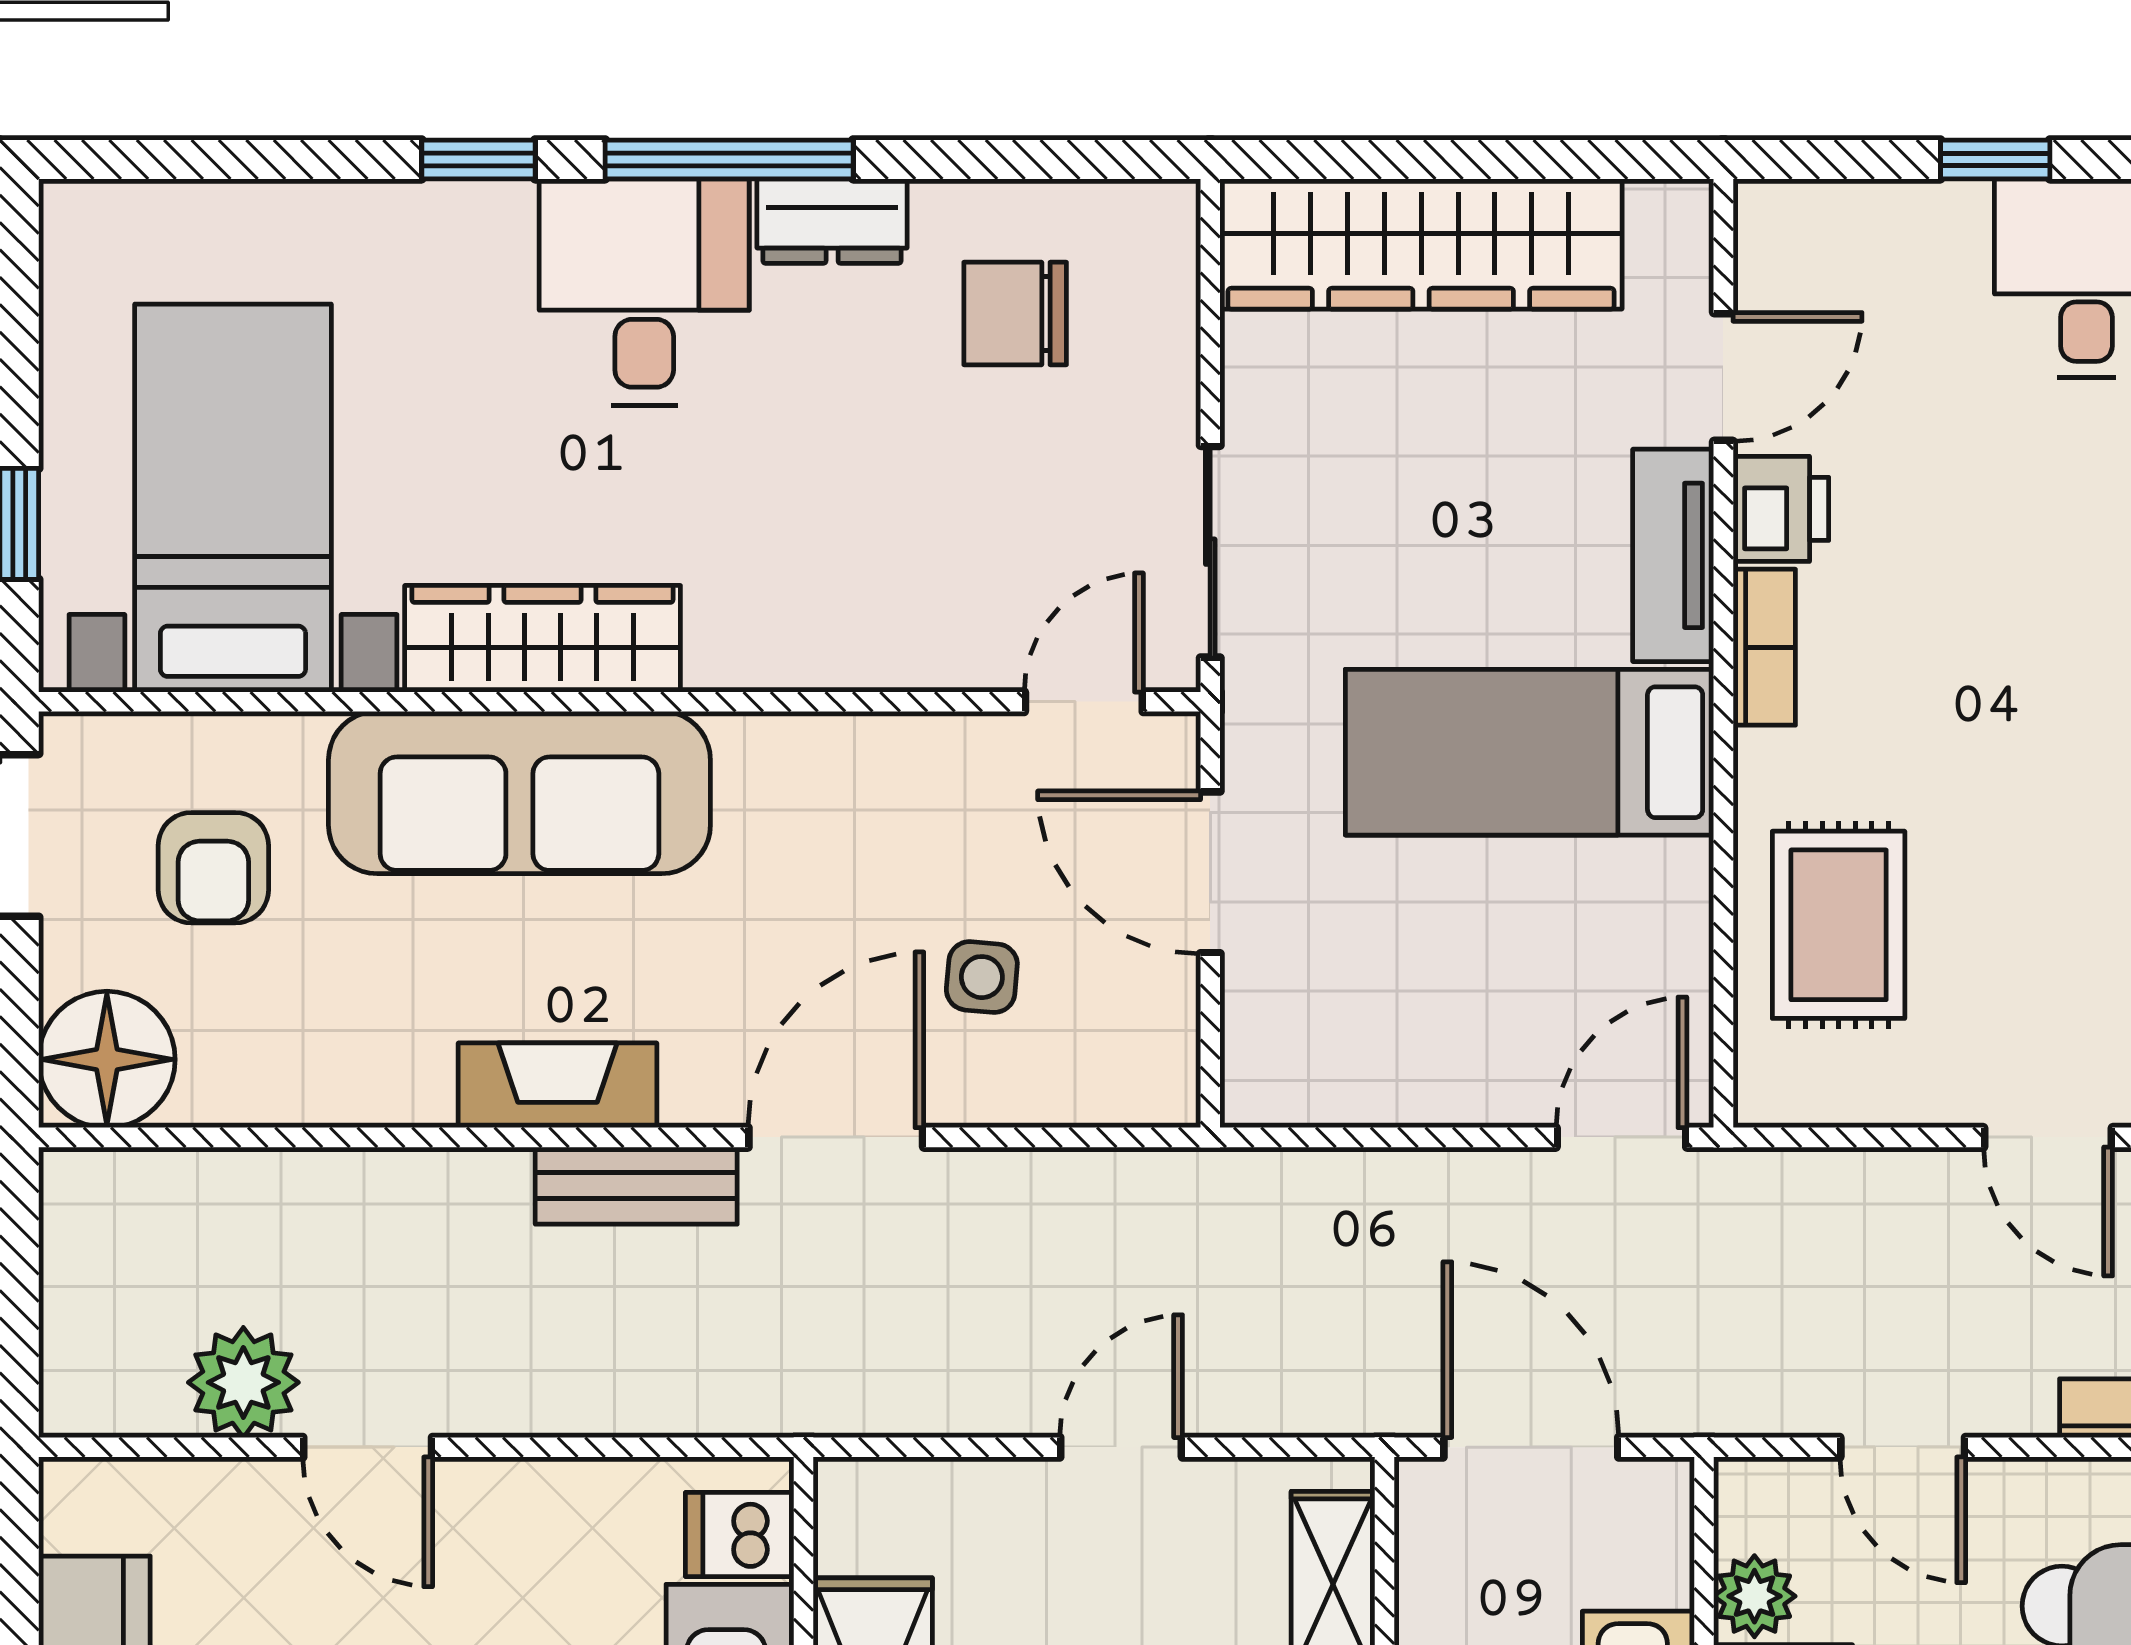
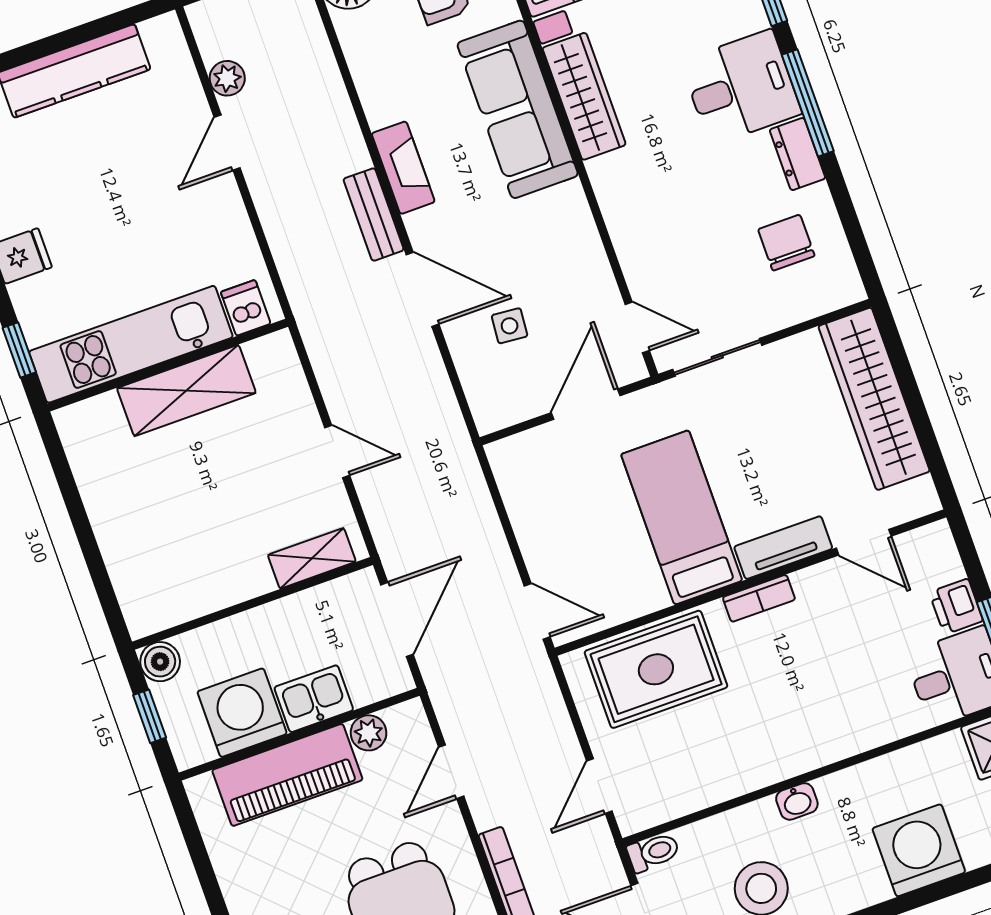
printer: (1781, 509) -> (956, 607), moved, turned 90
rug: (1839, 925) -> (656, 669), width x1.36, depth x1.43
plant: (243, 1382) -> (227, 78), width x0.73, depth x0.73

